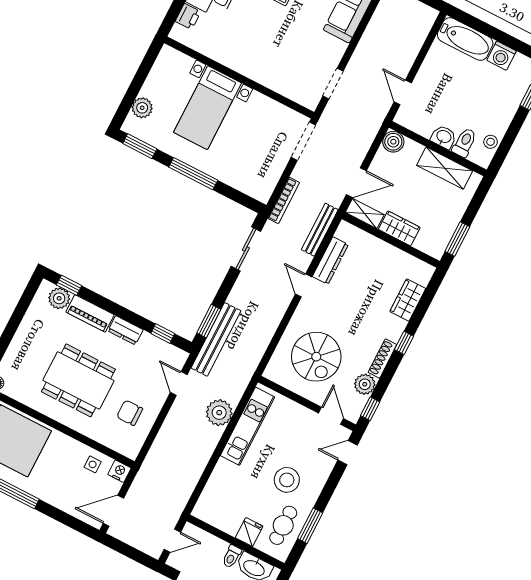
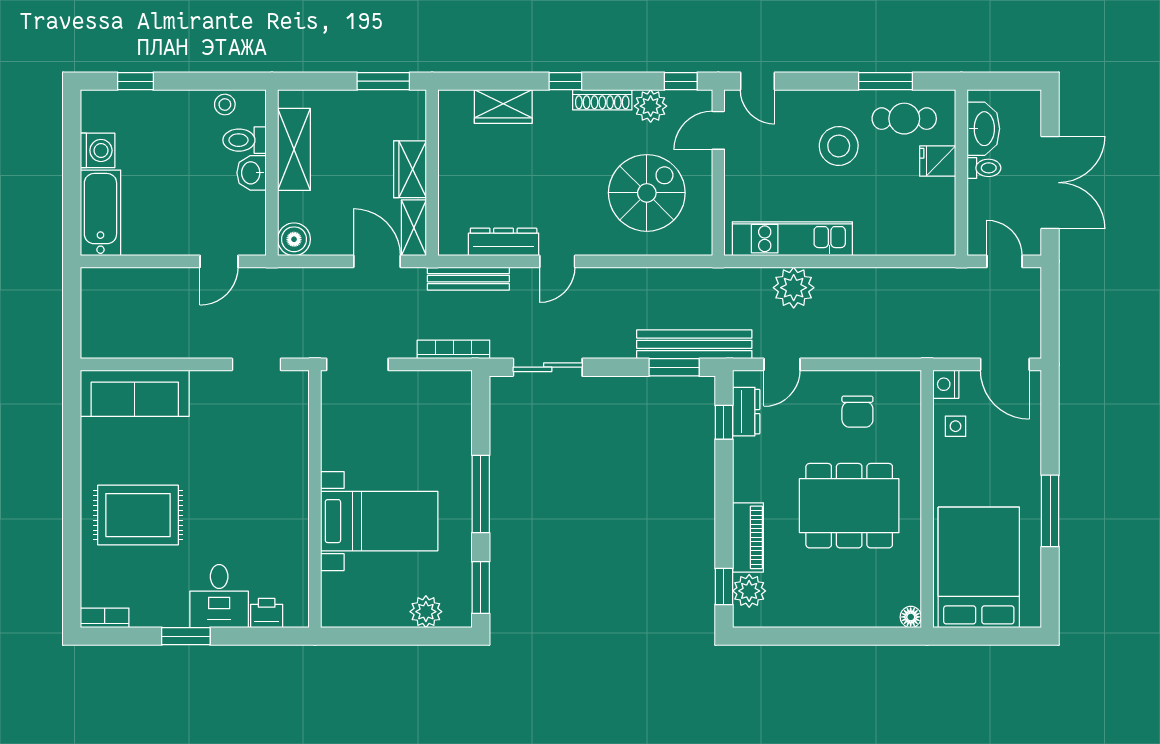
dresser: (125, 330) -> (746, 412), moved
dining table: (78, 380) -> (849, 506), turned 90

